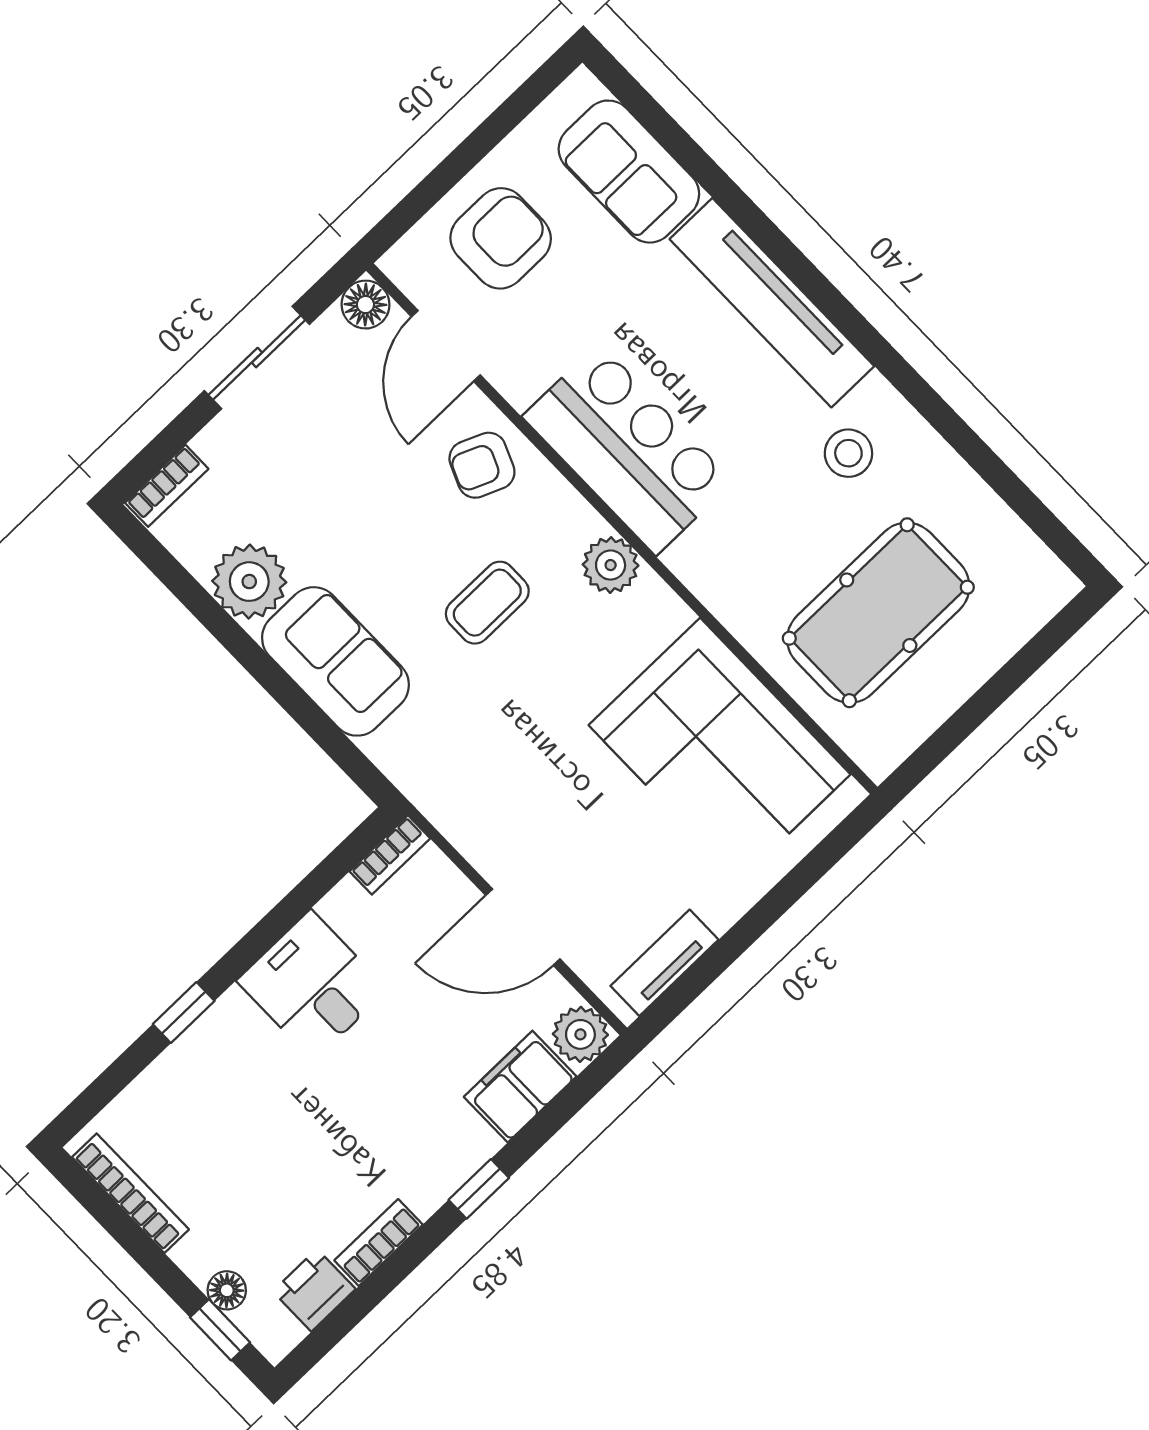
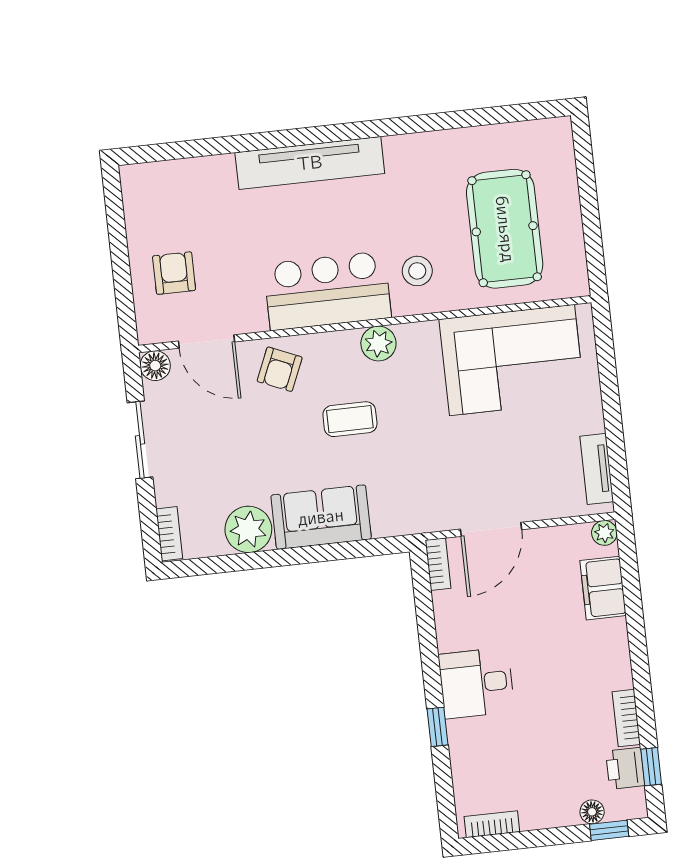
sofa: (629, 172) -> (190, 184), removed
armchair: (501, 238) -> (174, 273), width x0.72, depth x0.72
stool: (848, 453) -> (417, 271), moved
coffee table: (487, 603) -> (350, 419), turned 90
door: (523, 927) -> (491, 529), moved
desk: (312, 985) -> (476, 683), moved
plant: (580, 1034) -> (604, 533), width x0.73, depth x0.73
window: (479, 1189) -> (651, 767), moved
bookcase: (130, 1193) -> (492, 824), width x0.64

